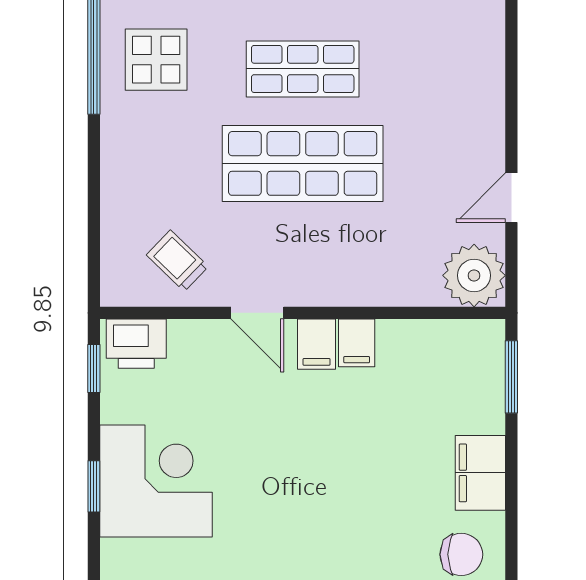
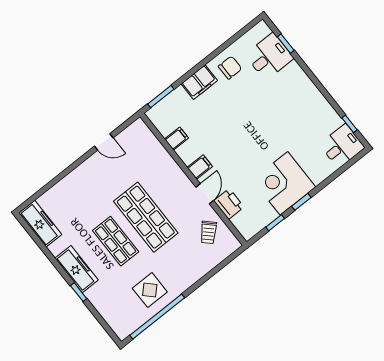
plant: (474, 275) -> (138, 134), removed
filing cabinet: (357, 343) -> (177, 139), moved
printer: (136, 344) -> (229, 204), moved
window: (94, 369) -> (275, 223), moved
chair: (461, 554) -> (230, 68), turned 90

